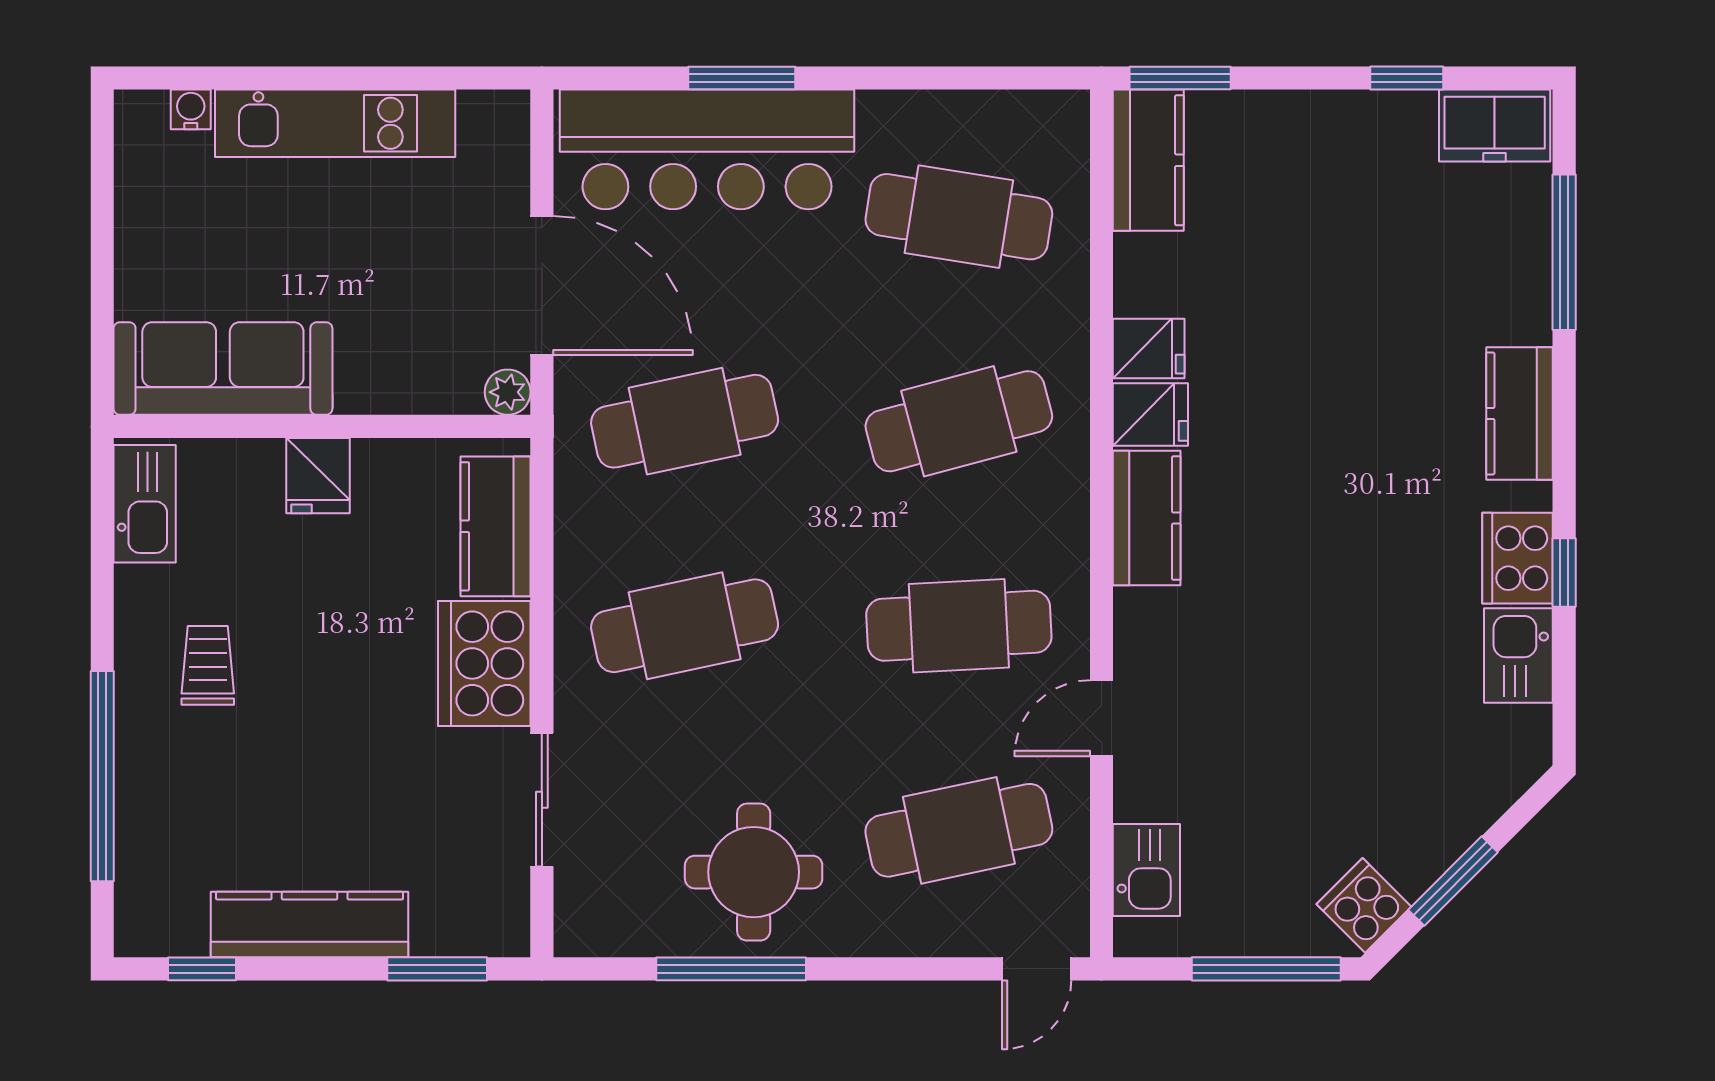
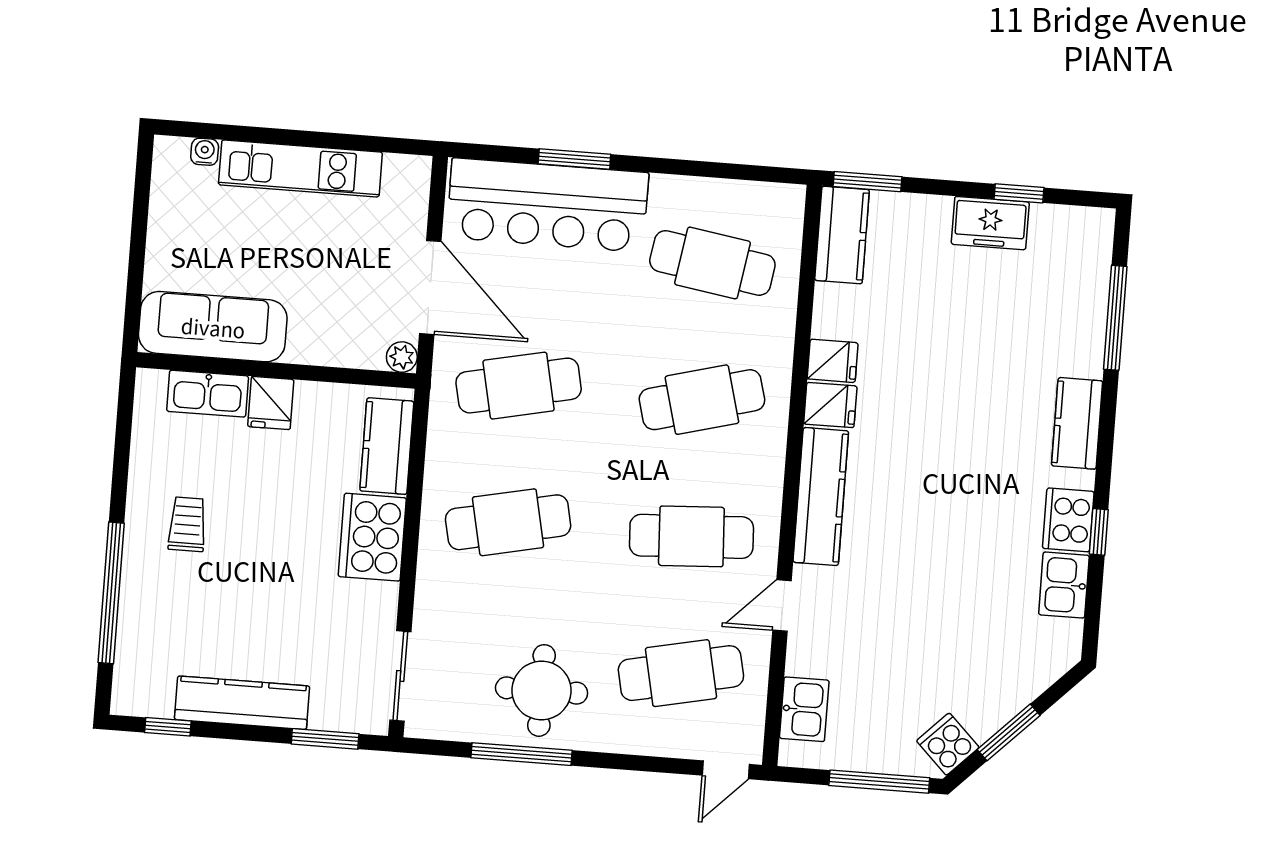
freezer: (1495, 126) -> (990, 223), moved
kitchen sink: (145, 504) -> (208, 394), moved, turned 90
kitchen counter: (1147, 518) -> (821, 497), width x1.50
sliding door: (542, 800) -> (400, 676), moved

